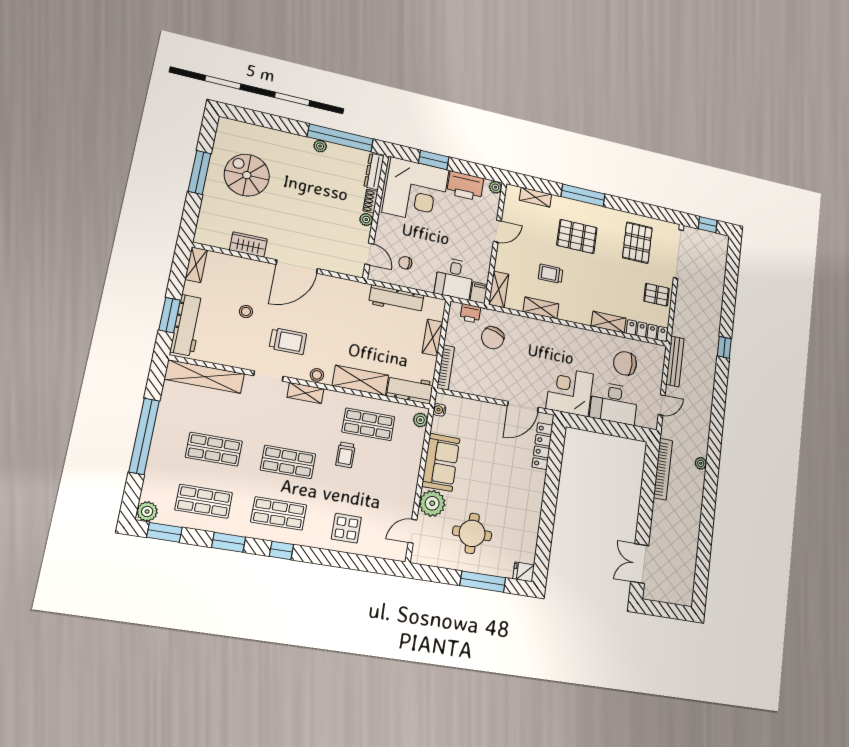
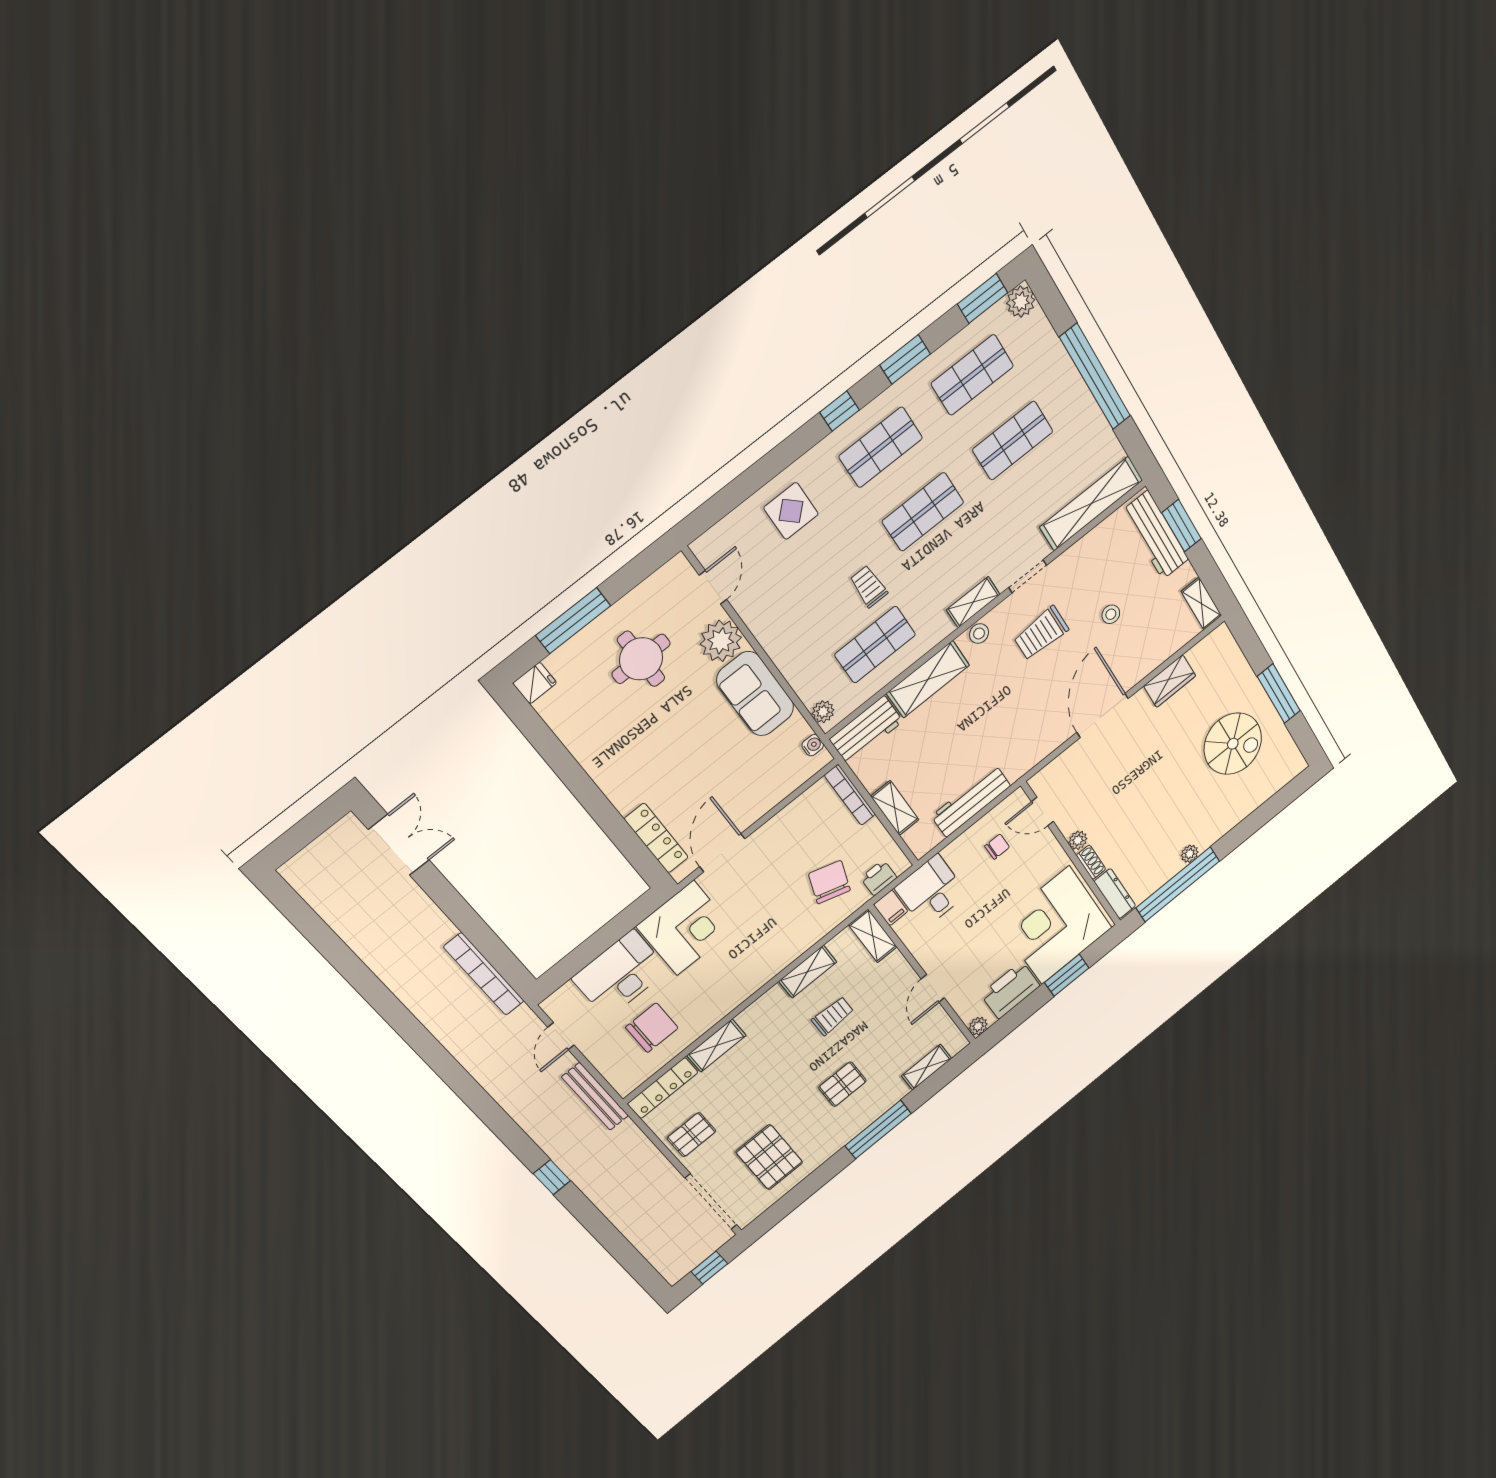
pallet: (577, 236) -> (842, 1084), width x0.67, depth x0.71
plant: (701, 463) -> (444, 1032), removed

